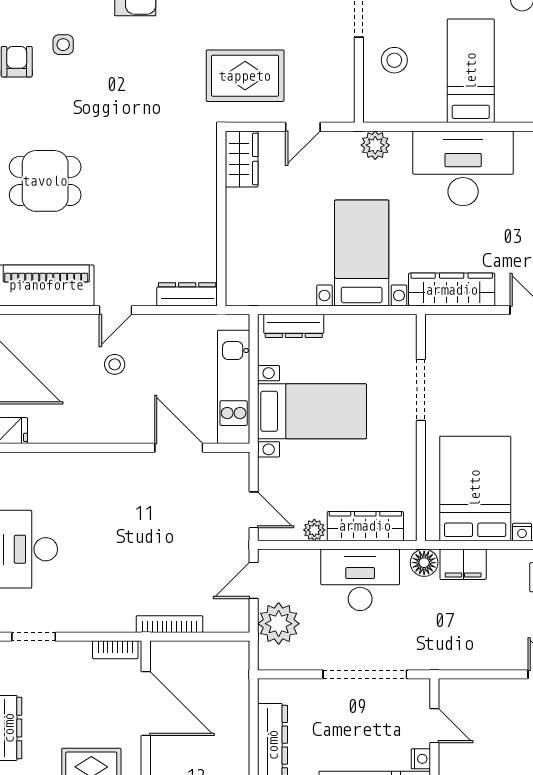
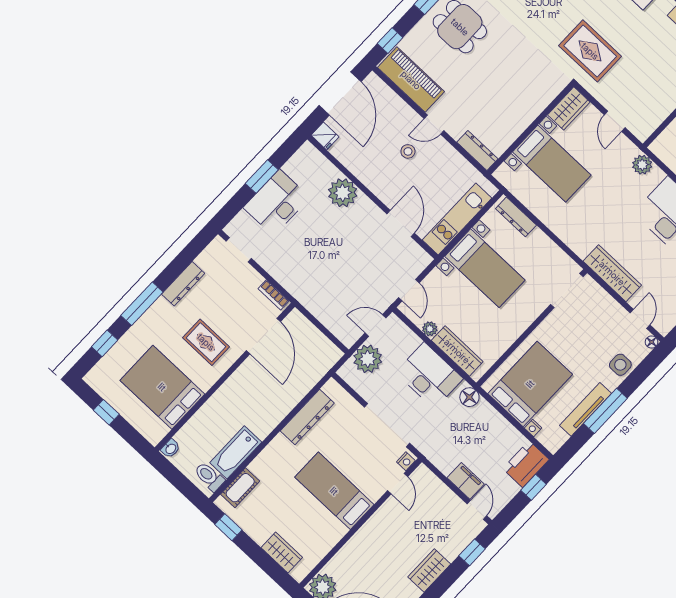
rug: (245, 76) -> (590, 51), moved
door: (303, 127) -> (615, 121), hinge flipped
bed with nightstands: (362, 253) -> (552, 164), moved, turned 90
doorway: (421, 390) -> (567, 291), moved
plant: (87, 473) -> (343, 193), added
filing cabinet: (463, 564) -> (466, 481), moved, turned 180
bookcase: (169, 624) -> (313, 308), removed
nightstand: (421, 759) -> (406, 461), moved

